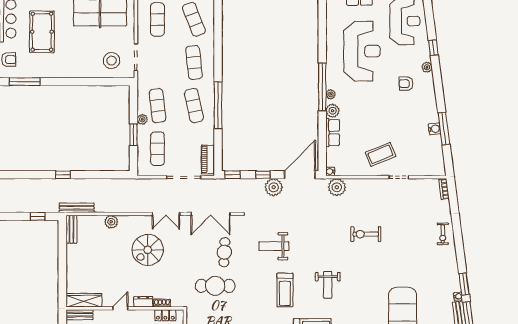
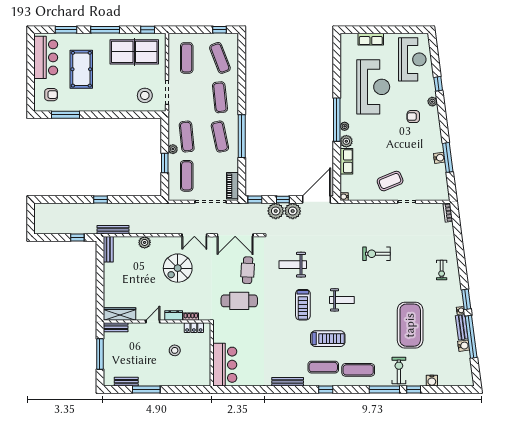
plant: (337, 187) -> (276, 211), moved
exercise bike: (443, 234) -> (442, 270), moved
weight bench: (328, 285) -> (342, 300), turned -90

